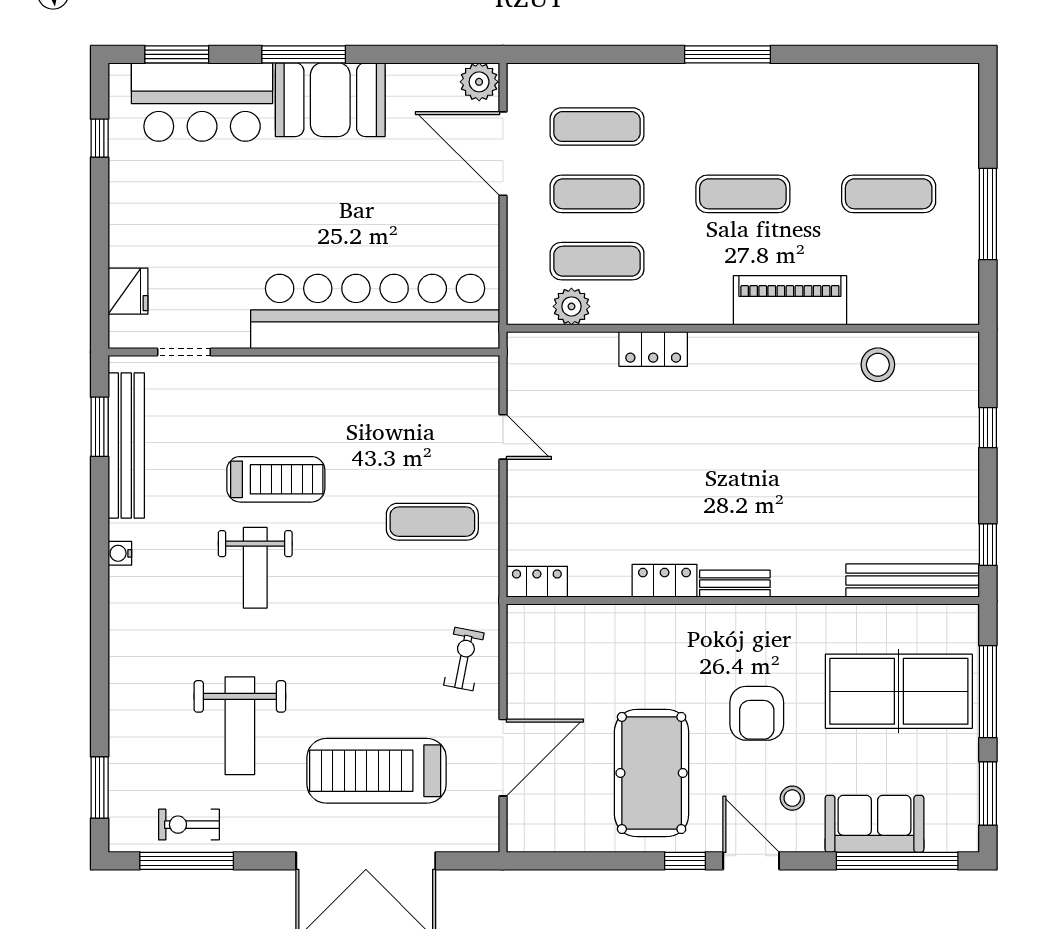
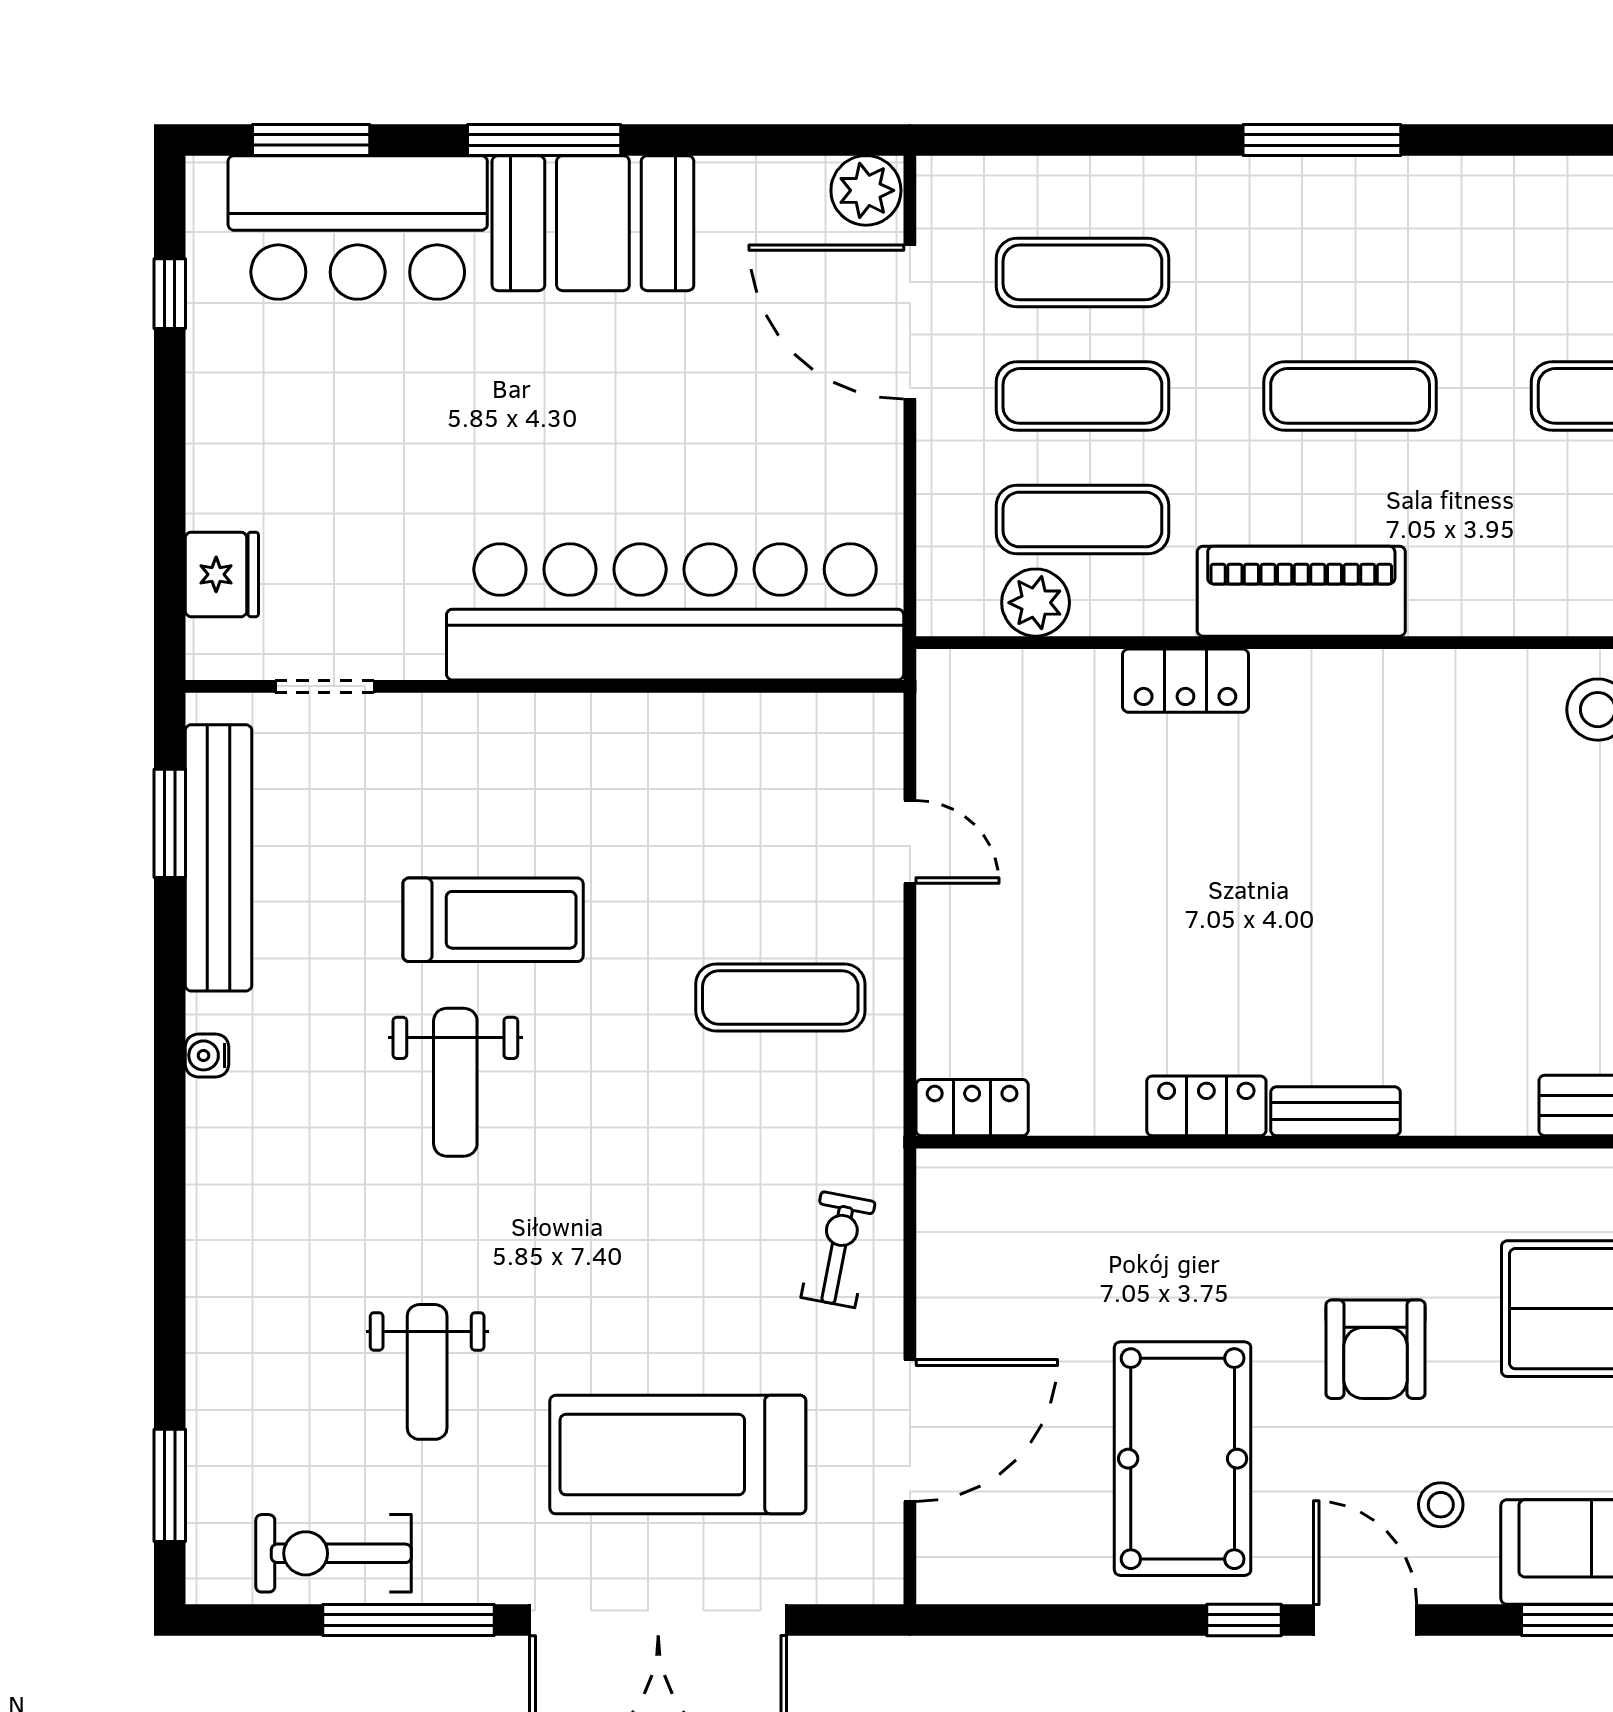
piano: (790, 300) -> (1301, 591), moved
weight bench: (240, 726) -> (427, 1372), width x0.73, depth x0.75
exercise bike: (189, 825) -> (334, 1553), width x1.38, depth x1.39
window: (187, 861) -> (409, 1620), moved

